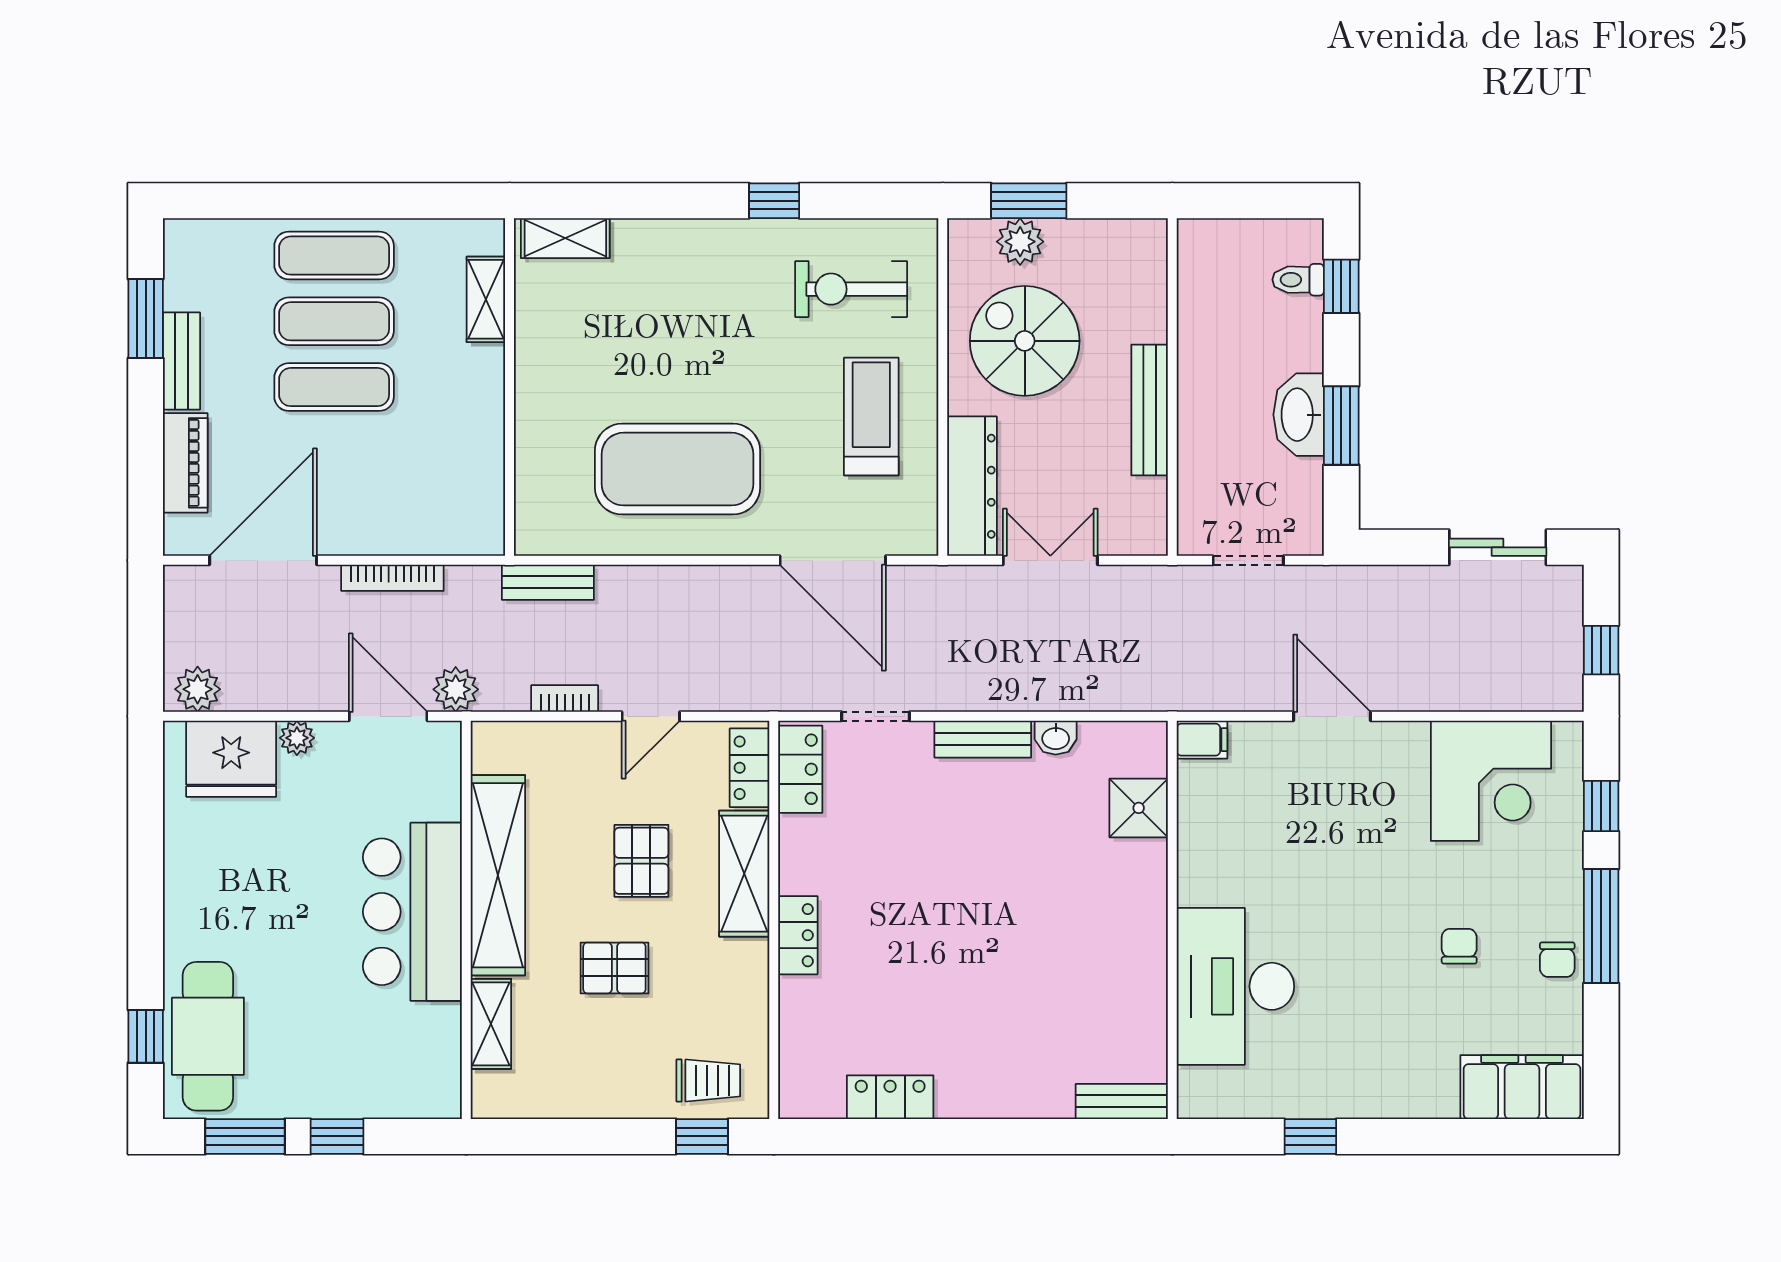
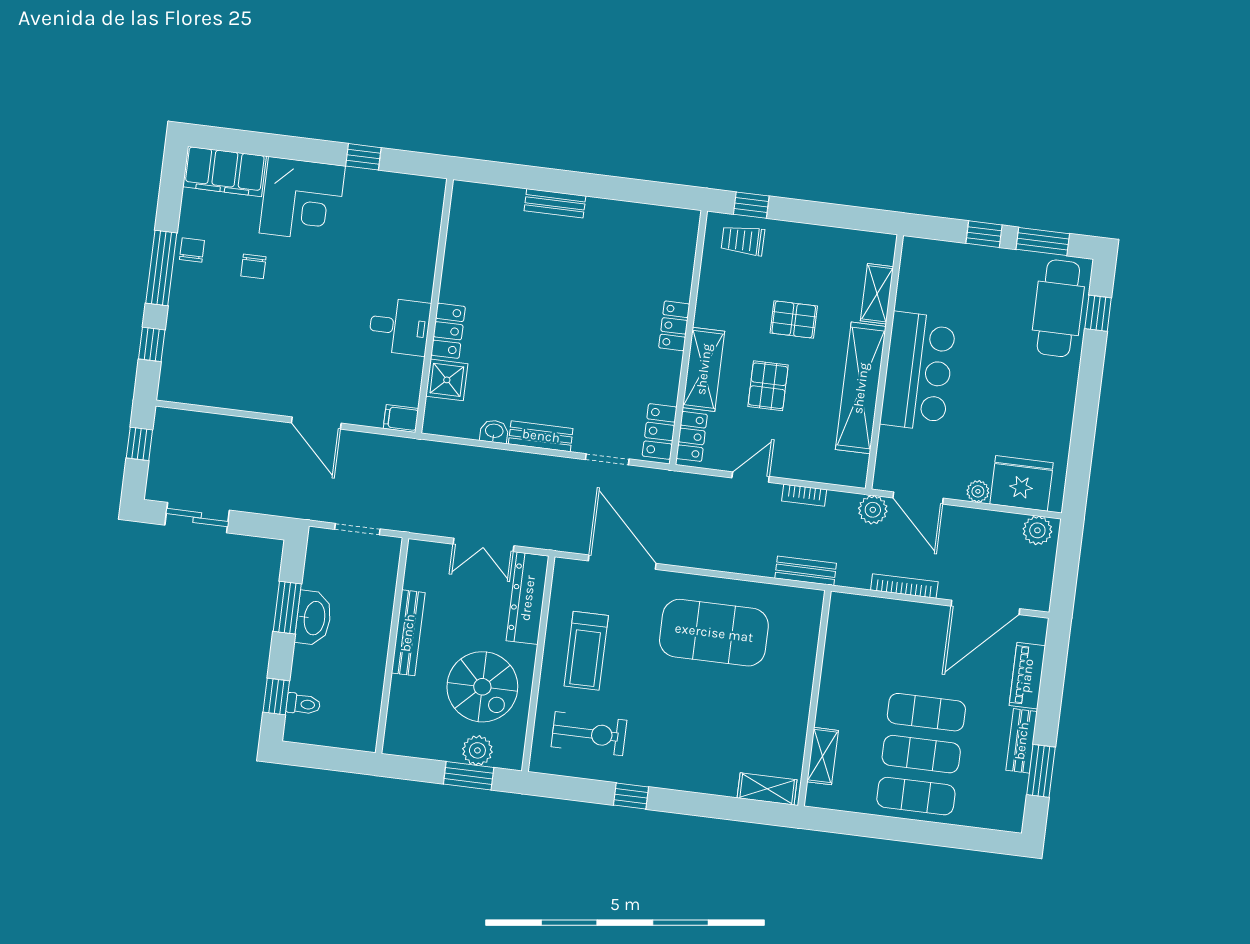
corner desk: (1491, 781) -> (302, 199), moved, turned 180
desk: (1235, 986) -> (400, 327), moved, width x0.53, depth x0.77
locker: (890, 1097) -> (448, 331), moved, turned -90
bench: (1122, 1101) -> (555, 203), moved

